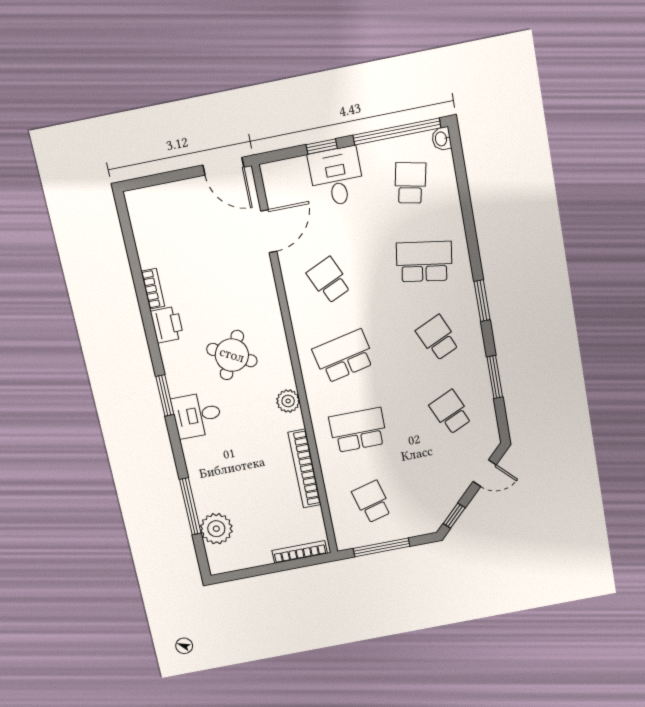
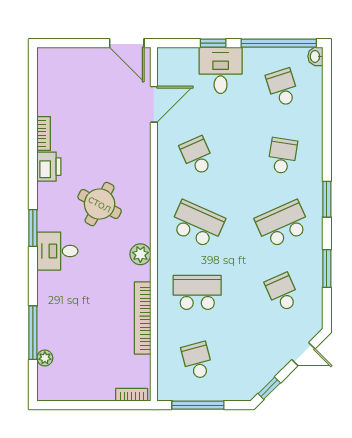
school desk: (410, 183) -> (282, 88), turned -30
school desk: (424, 261) -> (282, 156), width x0.54
school desk: (438, 338) -> (282, 224), width x1.85
school desk: (344, 356) -> (197, 224), turned 36
plant: (216, 529) -> (45, 358), width x0.53, depth x0.53
bookcase: (300, 552) -> (132, 395), width x0.64

